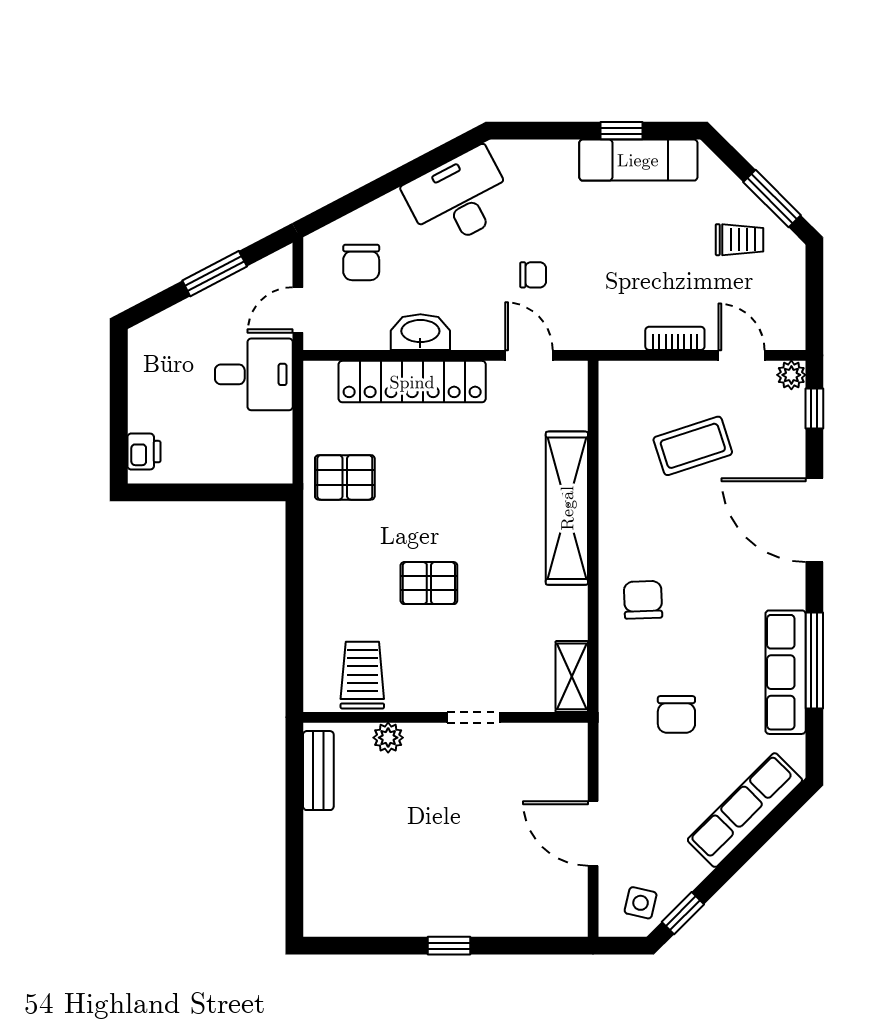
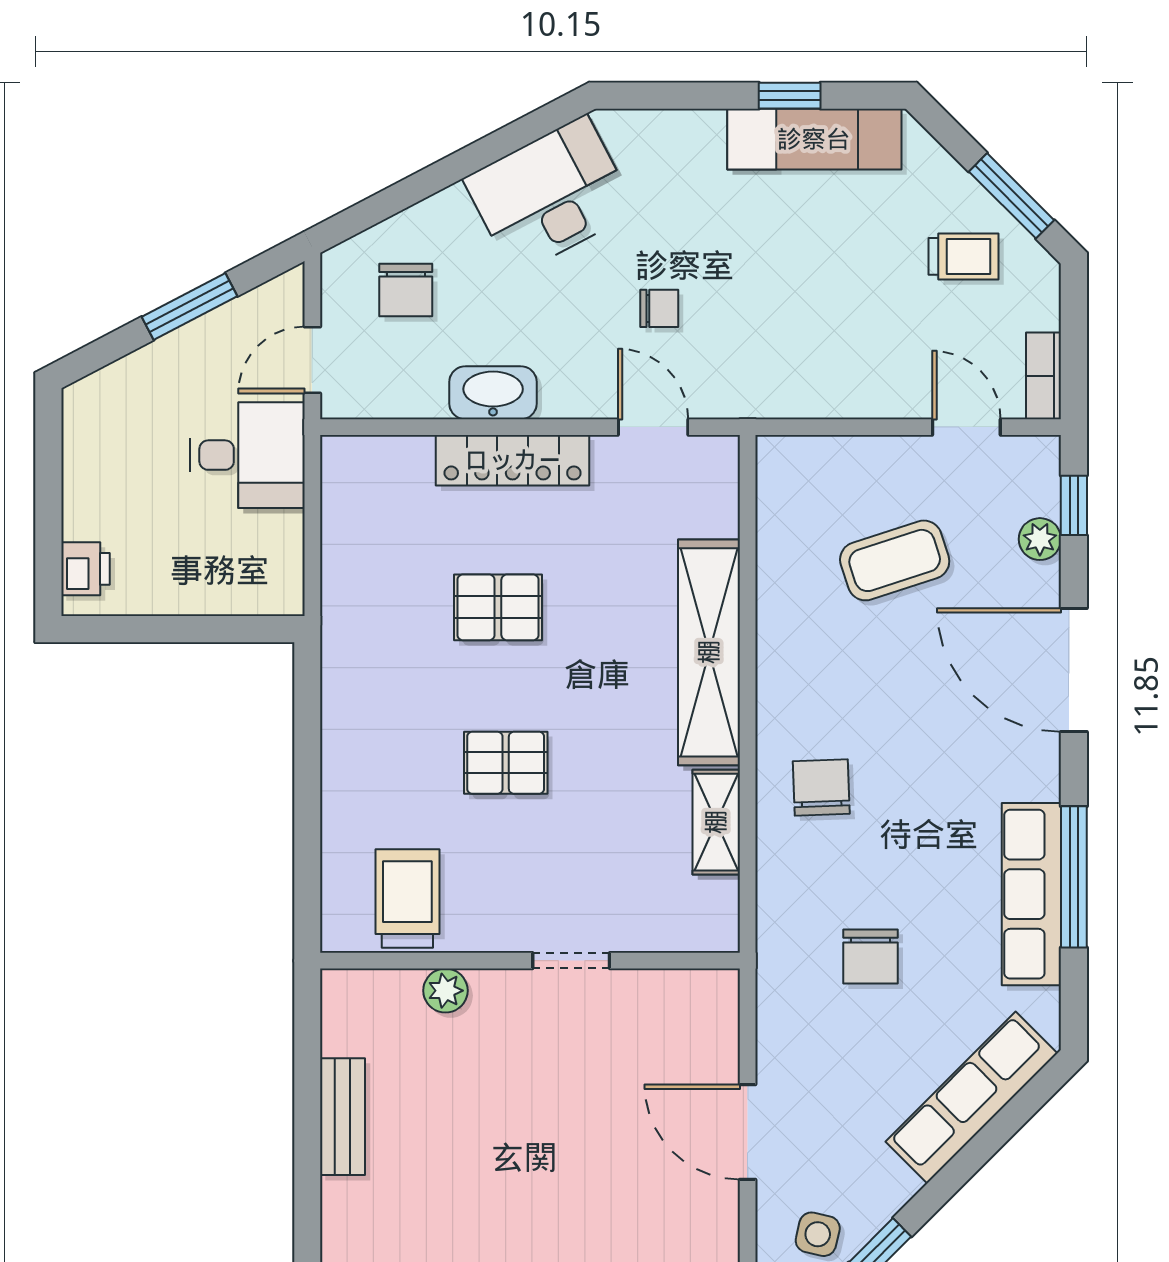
bookcase: (675, 338) -> (1044, 376), moved, turned -90
plant: (791, 375) -> (1040, 539), moved
locker: (412, 382) -> (513, 460), width x0.71, depth x0.83
pallet: (345, 477) -> (498, 607), moved
shelving: (572, 676) -> (716, 822), moved
bench: (318, 771) -> (343, 1117), moved

